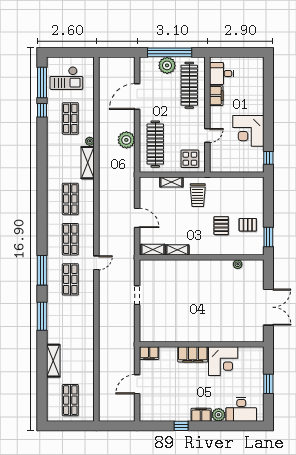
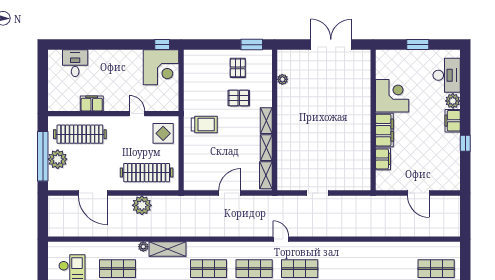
desk: (221, 74) -> (75, 63), moved, turned 180
corner desk: (248, 131) -> (161, 67), moved
shelving: (171, 182) -> (266, 121), moved
filing cabinet: (149, 353) -> (383, 159), moved

